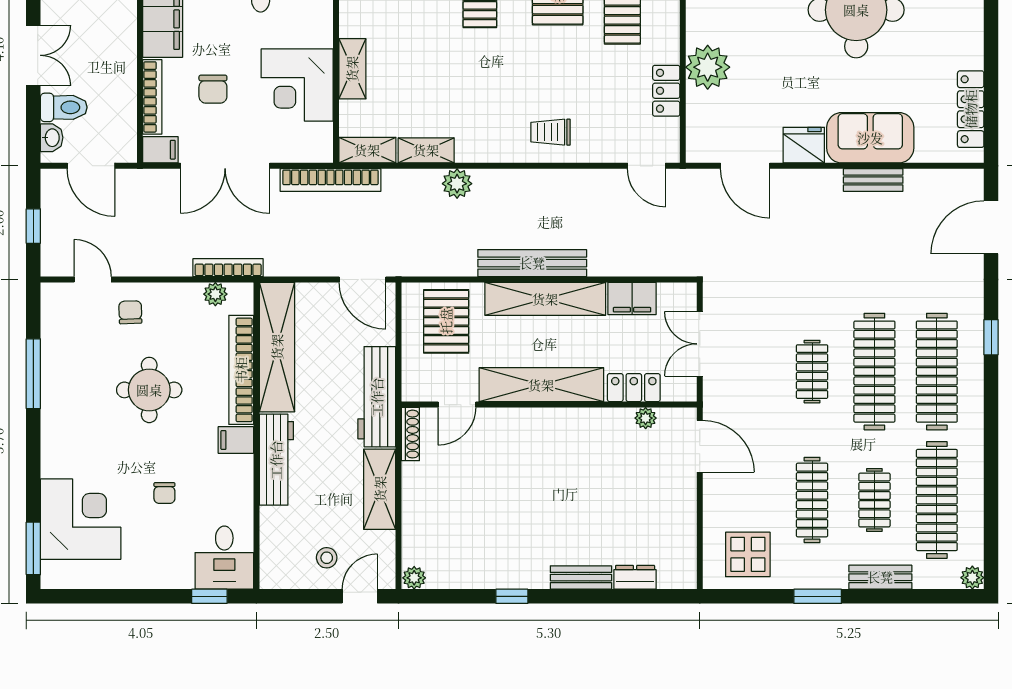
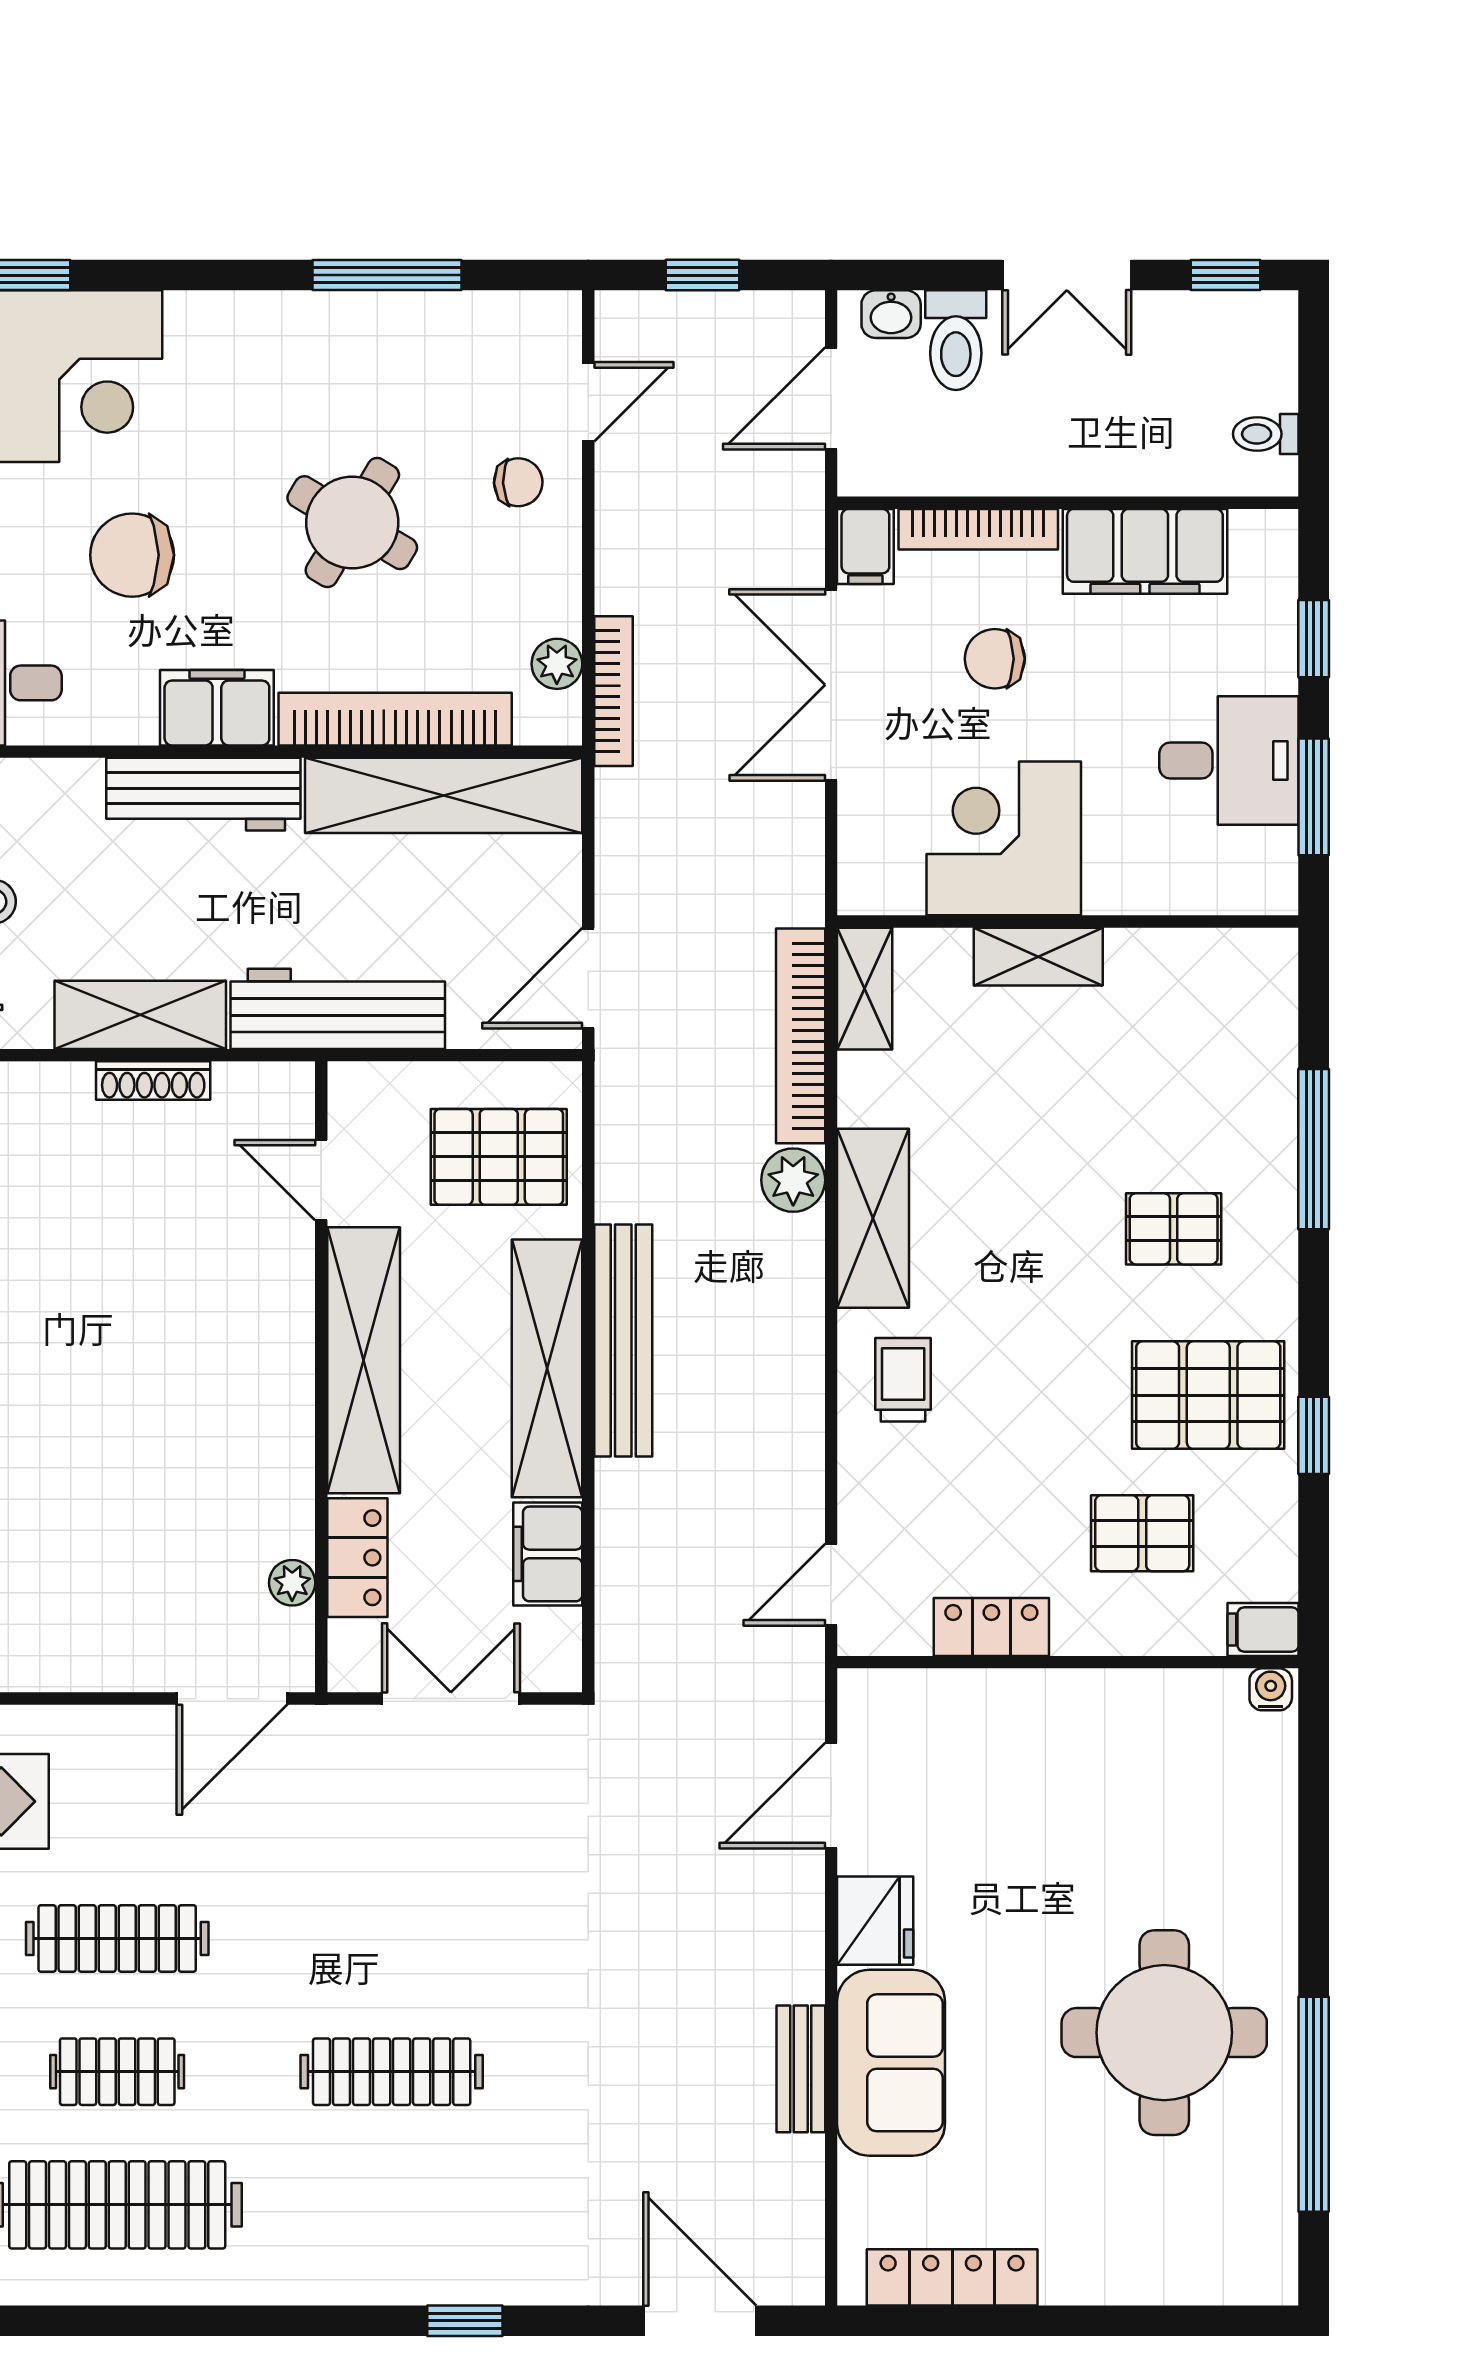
plant: (708, 67) -> (1042, 1716), removed
shelving: (426, 150) -> (873, 1218), moved, width x1.50, depth x1.33
bookcase: (330, 180) -> (801, 1036), moved
clothes rail: (812, 372) -> (392, 1938), removed
clothes rail: (874, 372) -> (392, 2072), width x0.73, depth x0.76
clothes rail: (937, 372) -> (392, 2205), removed
round table: (149, 390) -> (352, 523), turned 31
shoe rack: (410, 434) -> (153, 1081), moved
filing cabinet: (236, 440) -> (217, 708), width x2.00
chair: (164, 493) -> (132, 555), width x1.87, depth x1.87

